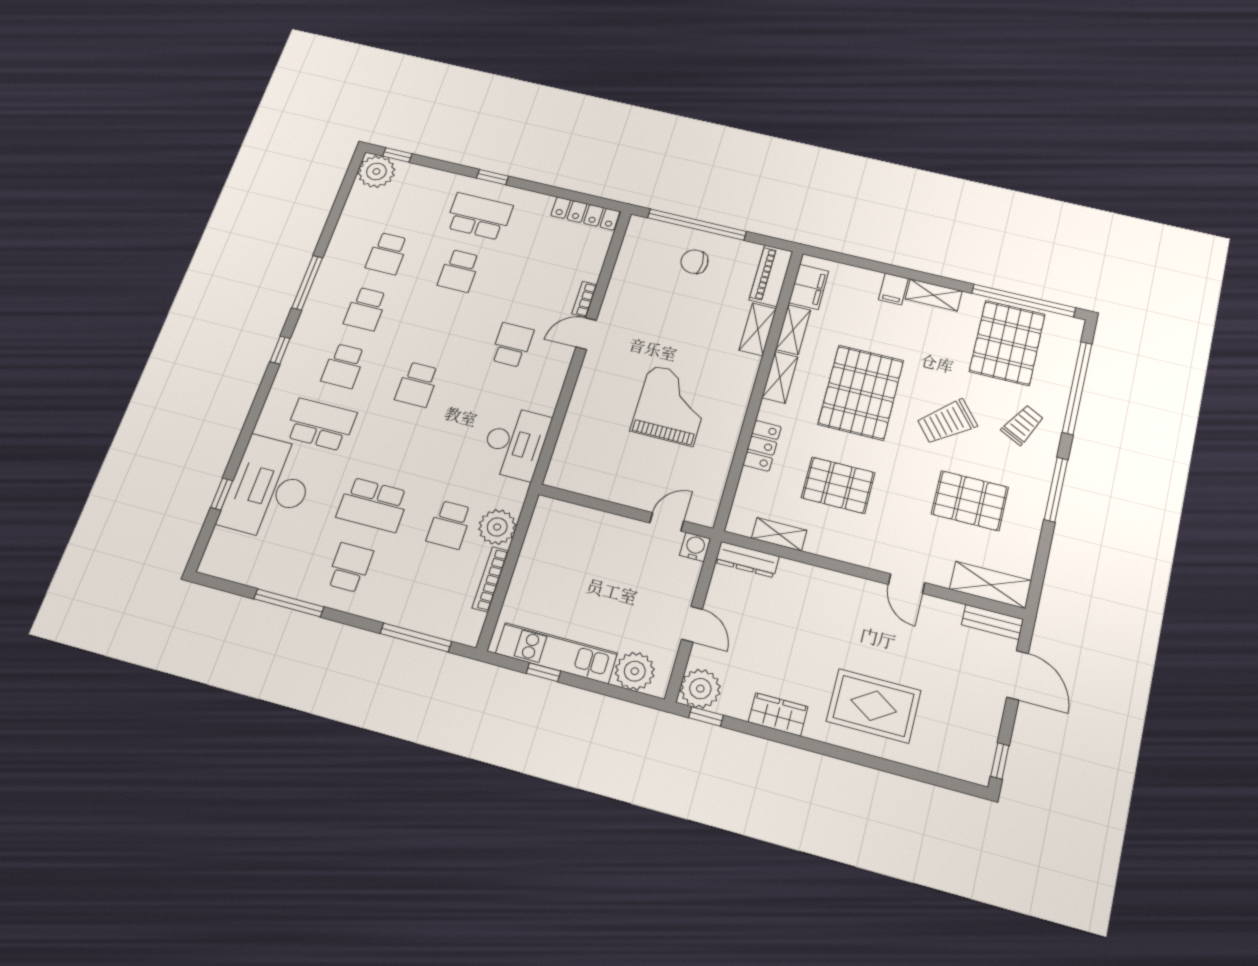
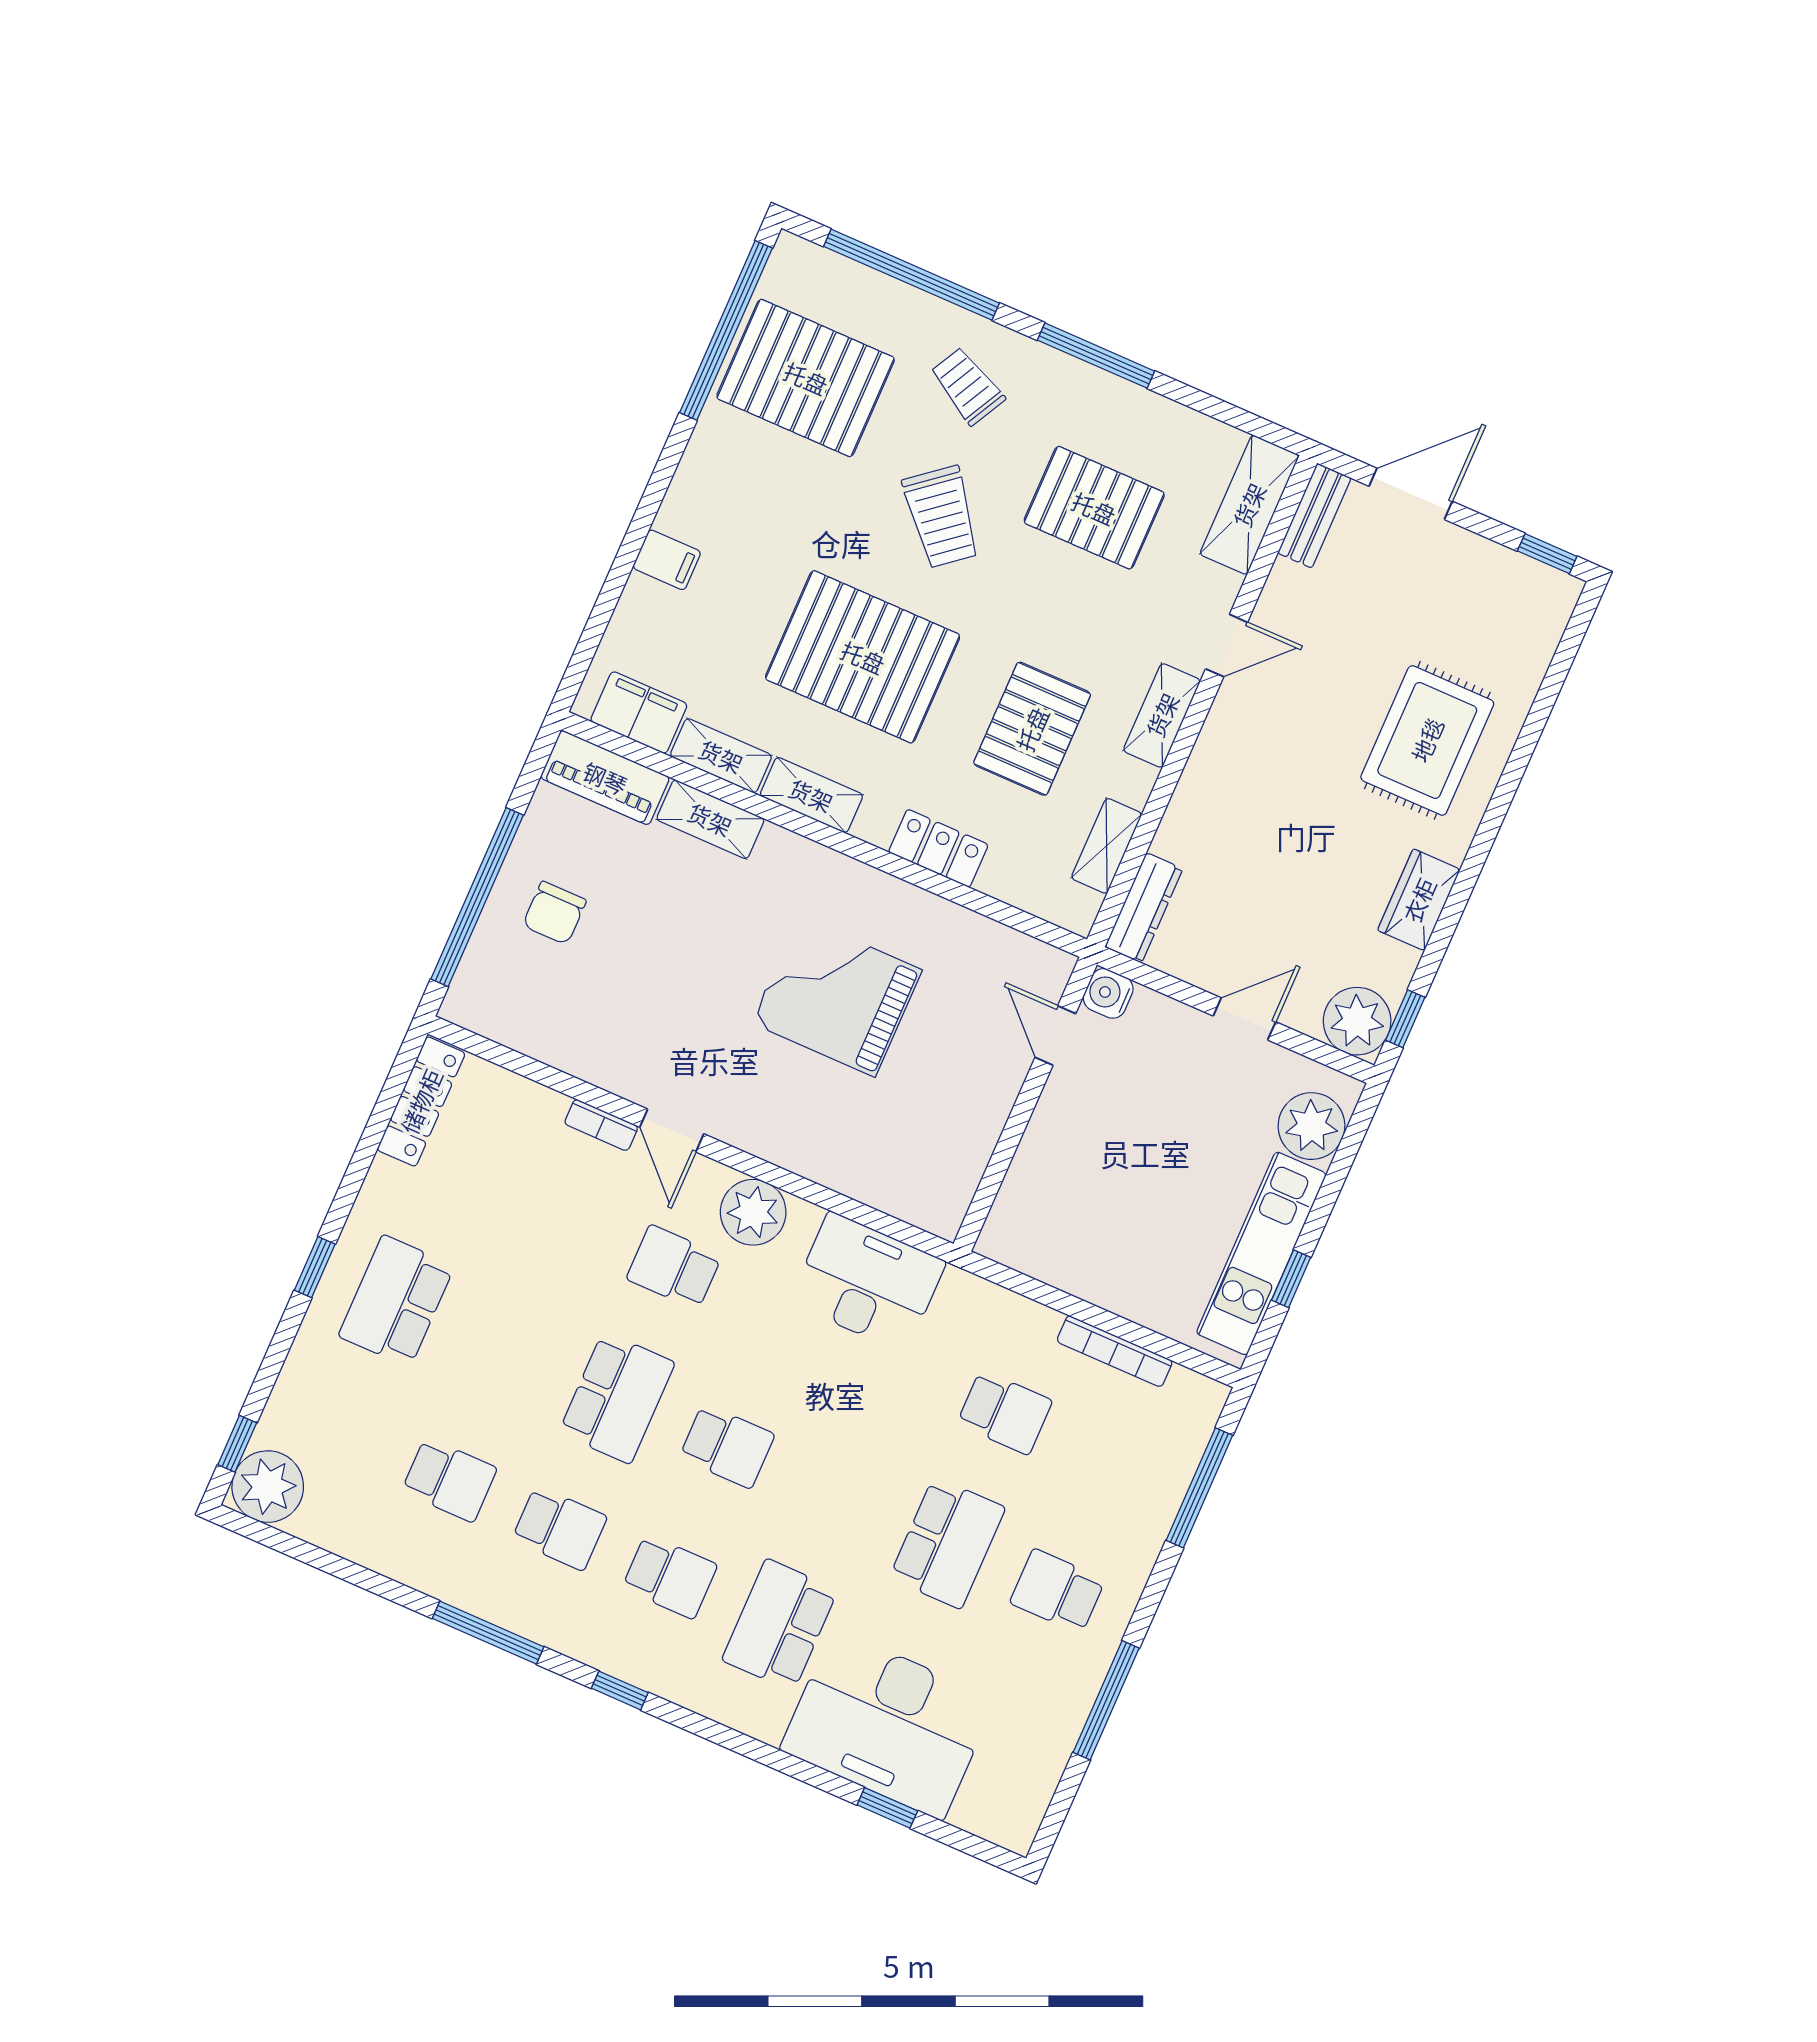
school desk: (459, 271) -> (617, 1398), moved, width x1.85
shelving: (934, 295) -> (1162, 715), moved
pallet: (970, 501) -> (1094, 508), turned 90
plant: (497, 527) -> (753, 1212), moved

